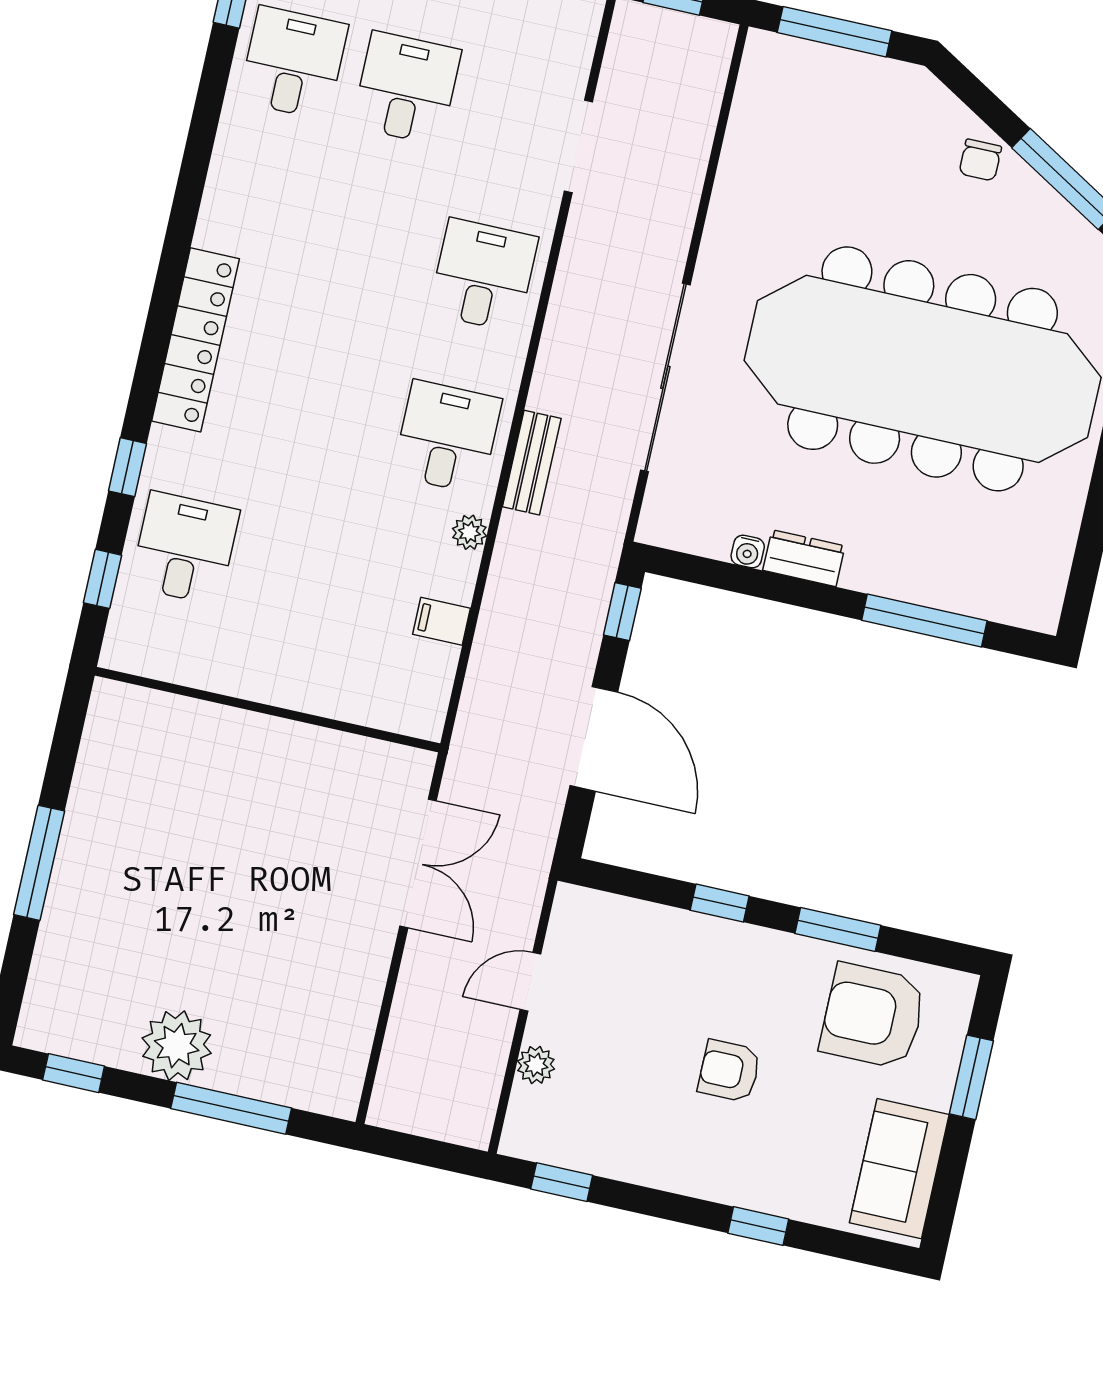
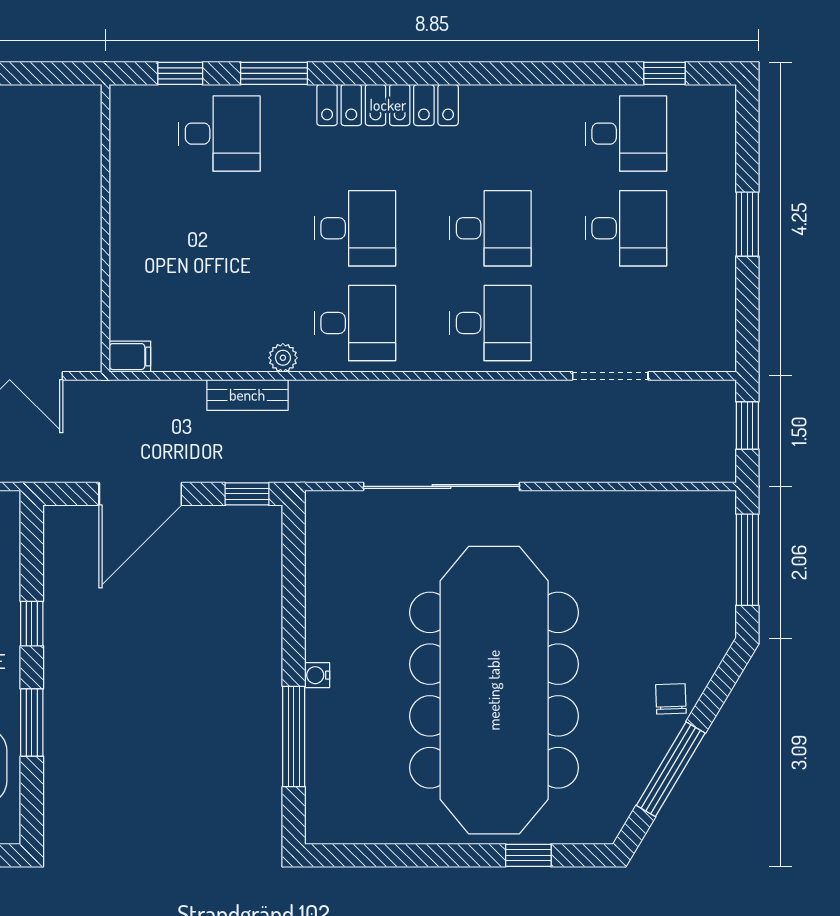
chair: (980, 160) -> (671, 699), turned 88
desk: (370, 250) -> (491, 228), added
desk: (334, 412) -> (355, 228), added
bench: (532, 463) -> (247, 395), moved
window: (127, 467) -> (274, 73), width x1.50
water cooler: (748, 552) -> (317, 675), moved
dresser: (804, 558) -> (322, 629), removed
filing cabinet: (442, 621) -> (130, 357), moved, turned 90

